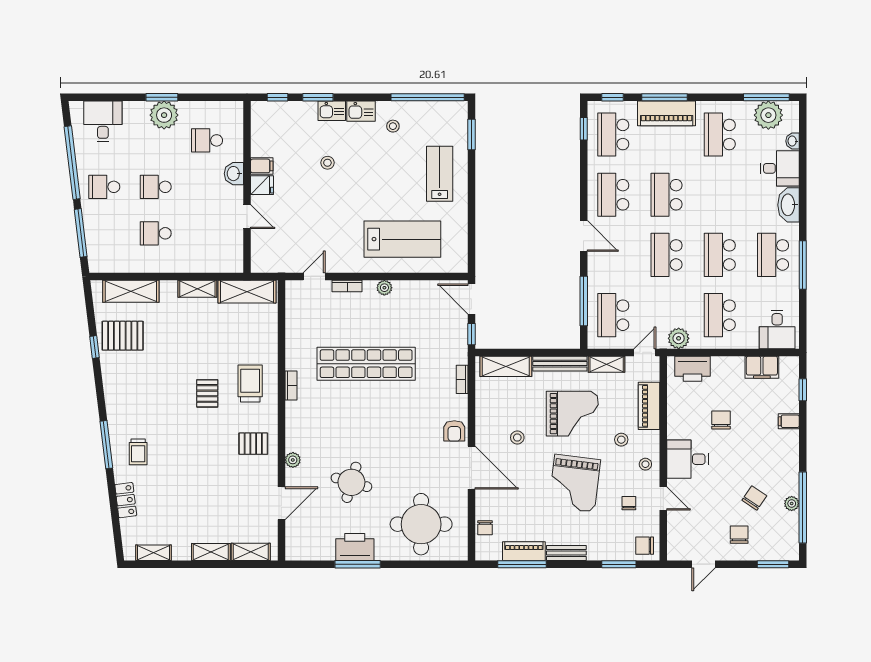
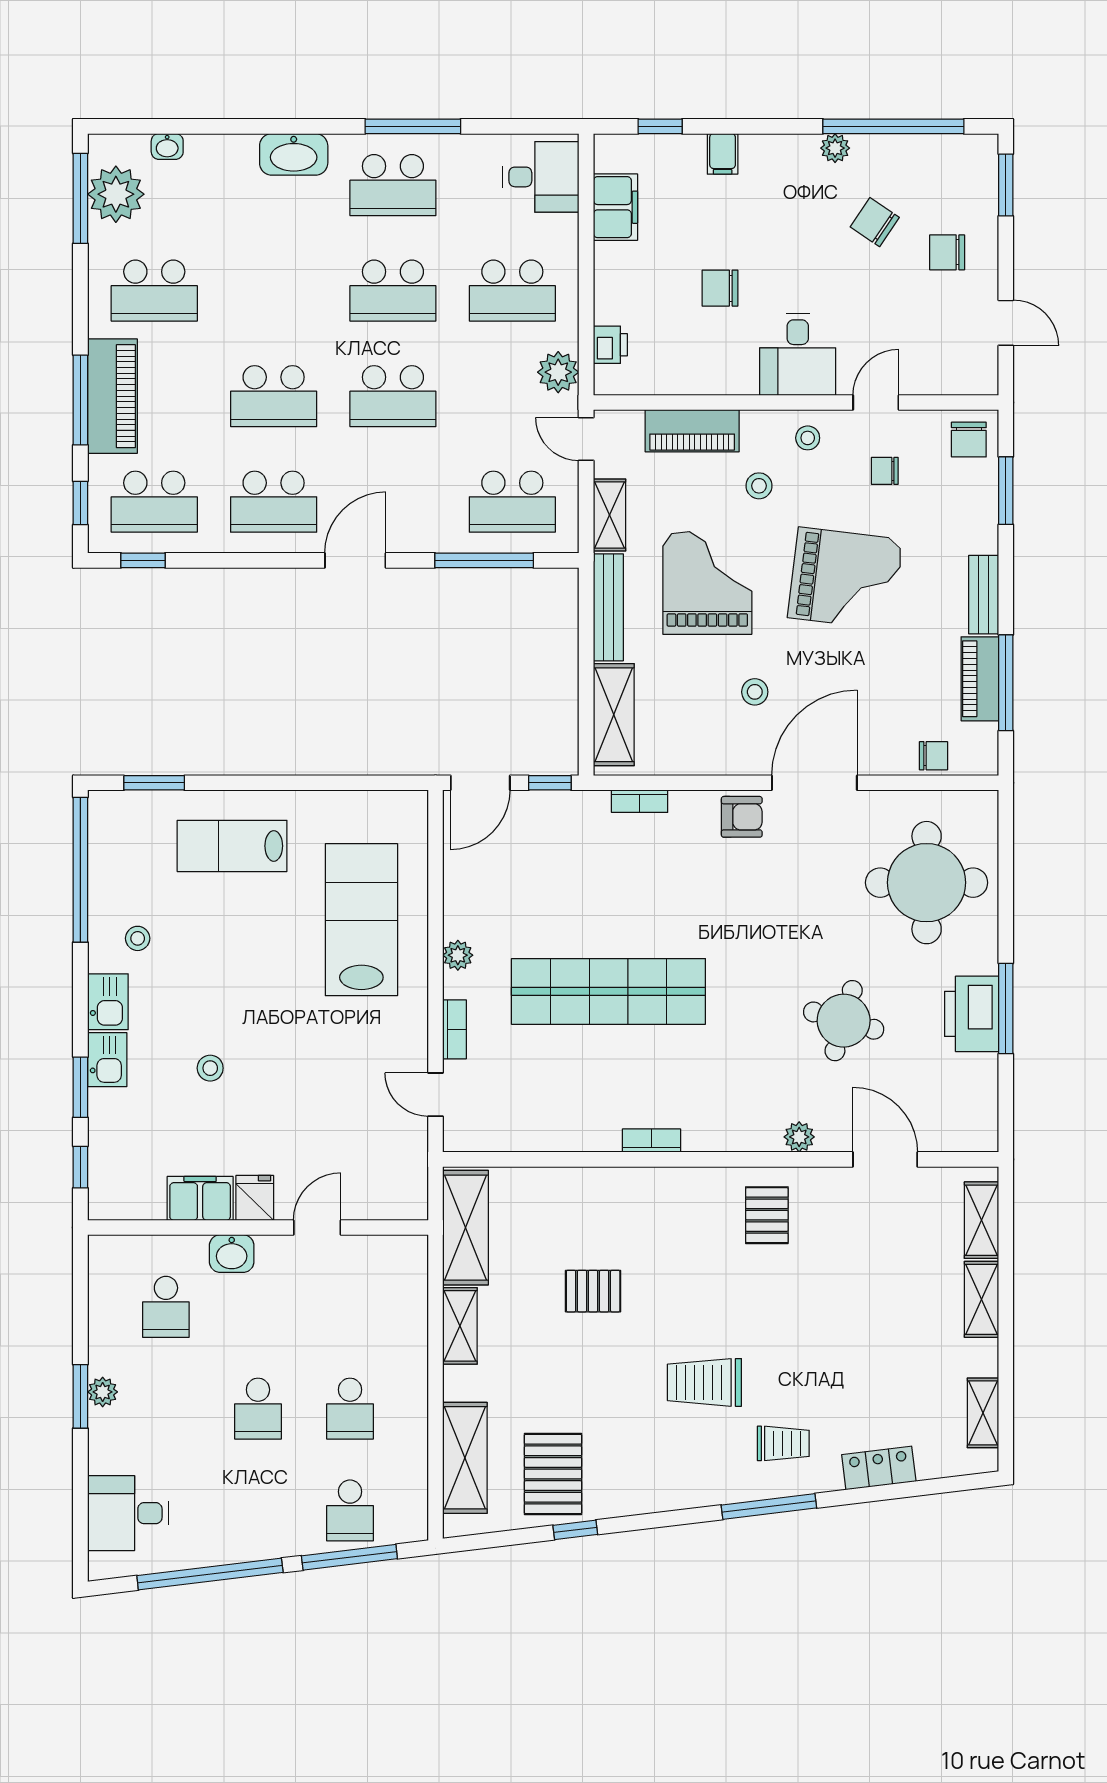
plant: (164, 115) -> (103, 1392), width x0.53, depth x0.53
filing cabinet: (262, 166) -> (200, 1198), width x2.00
desk: (780, 168) -> (221, 172), removed
school desk: (104, 187) -> (350, 1510), moved
shop shelf: (366, 364) -> (608, 991), turned 90
printer: (692, 369) -> (610, 345), width x0.53, depth x0.68
trolley: (250, 383) -> (704, 1382), moved
pallet: (207, 393) -> (593, 1291), moved
plant: (792, 504) -> (835, 148), moved

